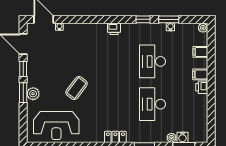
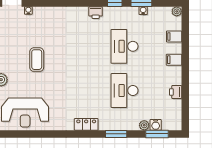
printer: (114, 29) -> (96, 13), moved
printer: (202, 87) -> (176, 92), moved
coffee table: (77, 88) -> (37, 60), moved, turned -37

